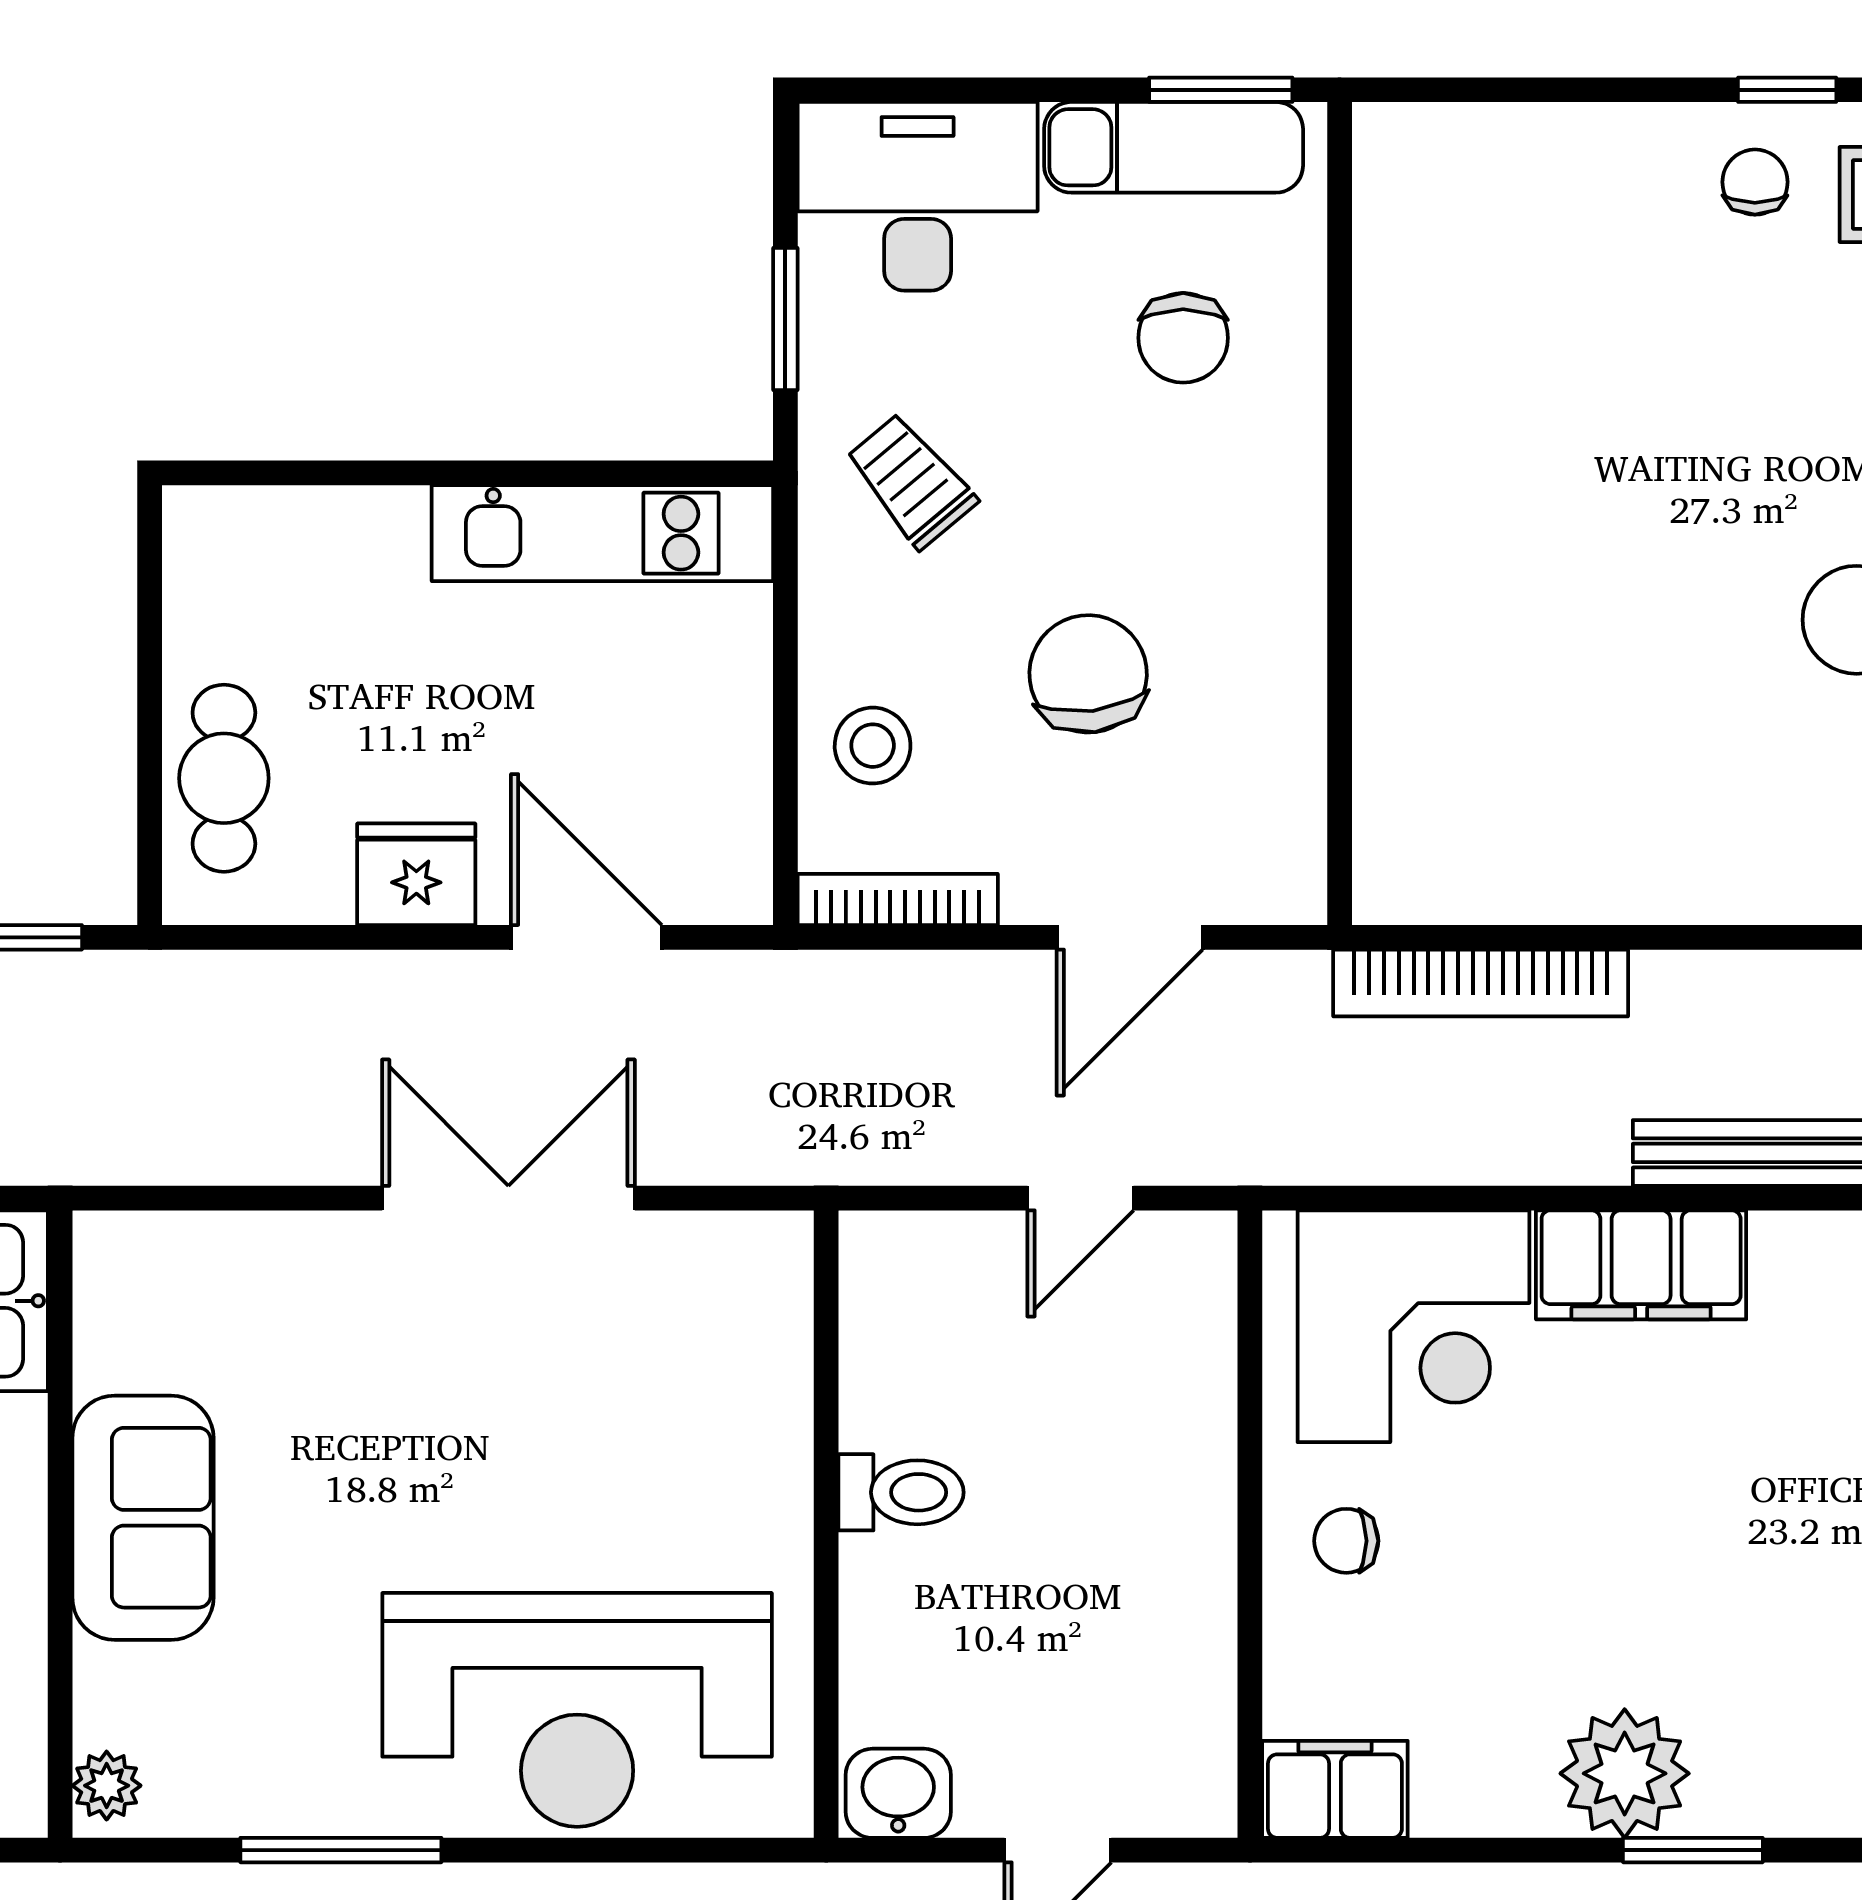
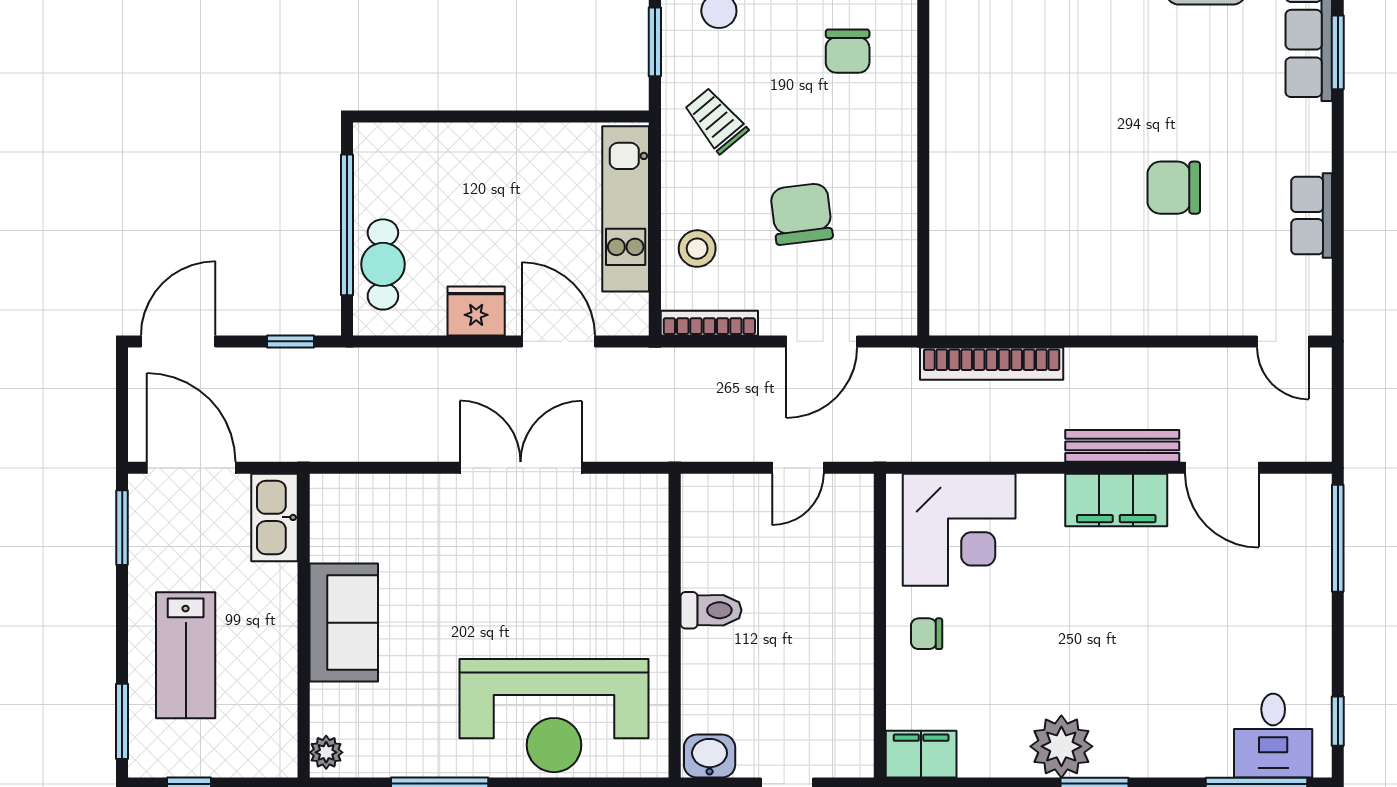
kitchen unit: (602, 533) -> (626, 209), moved, turned 90
window: (150, 697) -> (347, 225), added
filing cabinet: (1641, 1265) -> (1116, 500), moved

